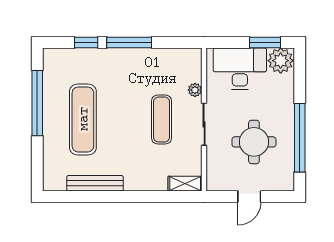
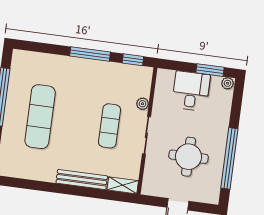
window: (86, 42) -> (133, 60), moved
plant: (281, 61) -> (228, 83), width x0.53, depth x0.53
desk: (240, 69) -> (191, 91), width x0.73
bench: (95, 183) -> (82, 180), moved

